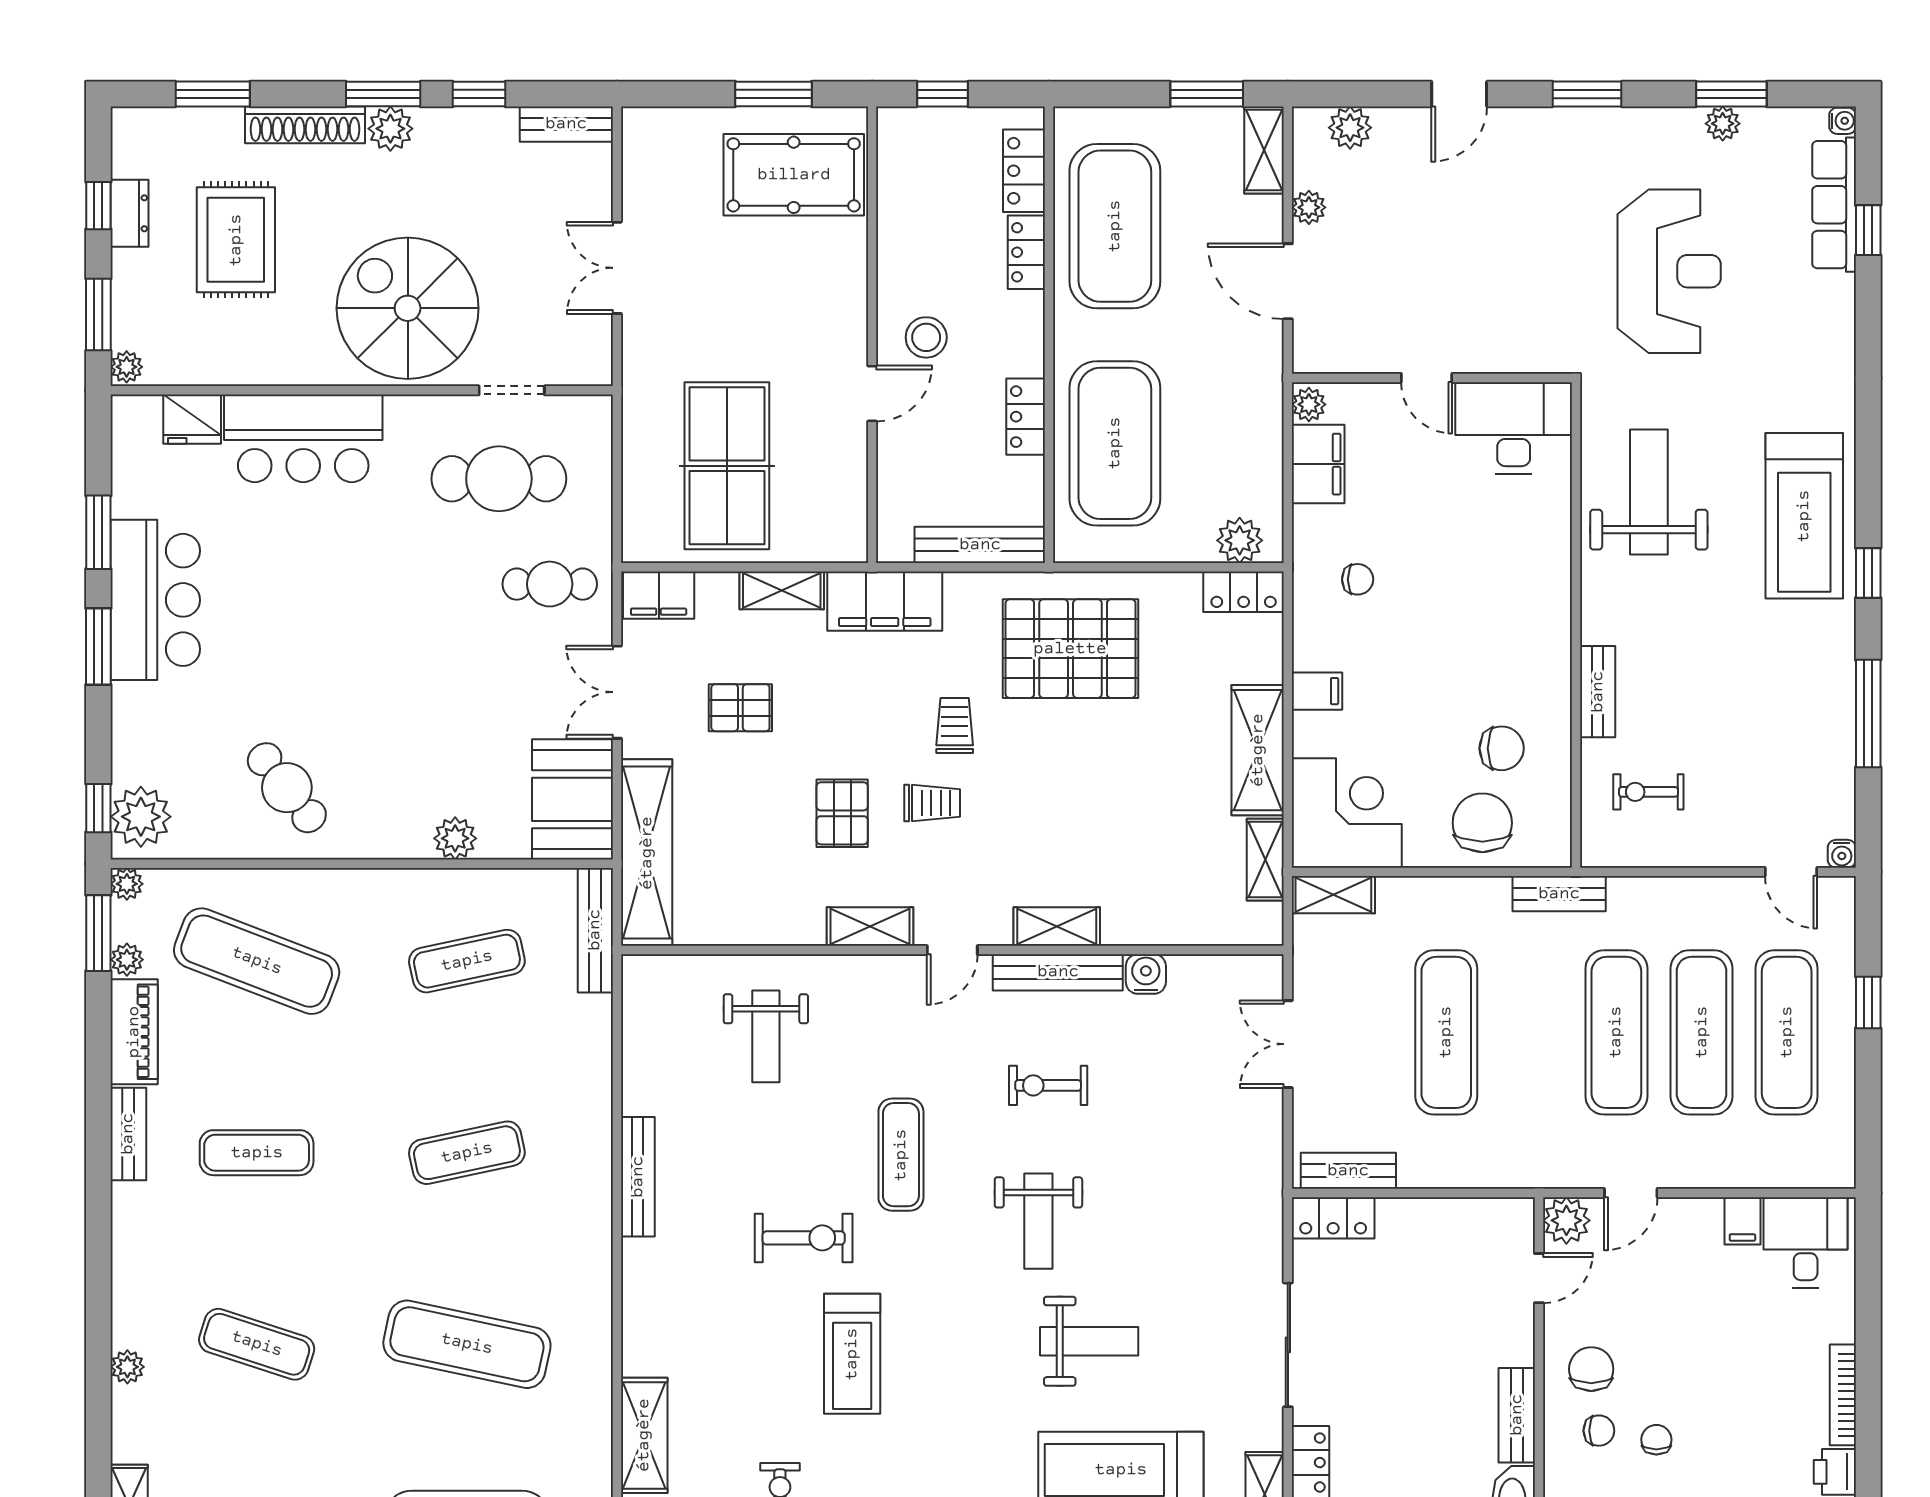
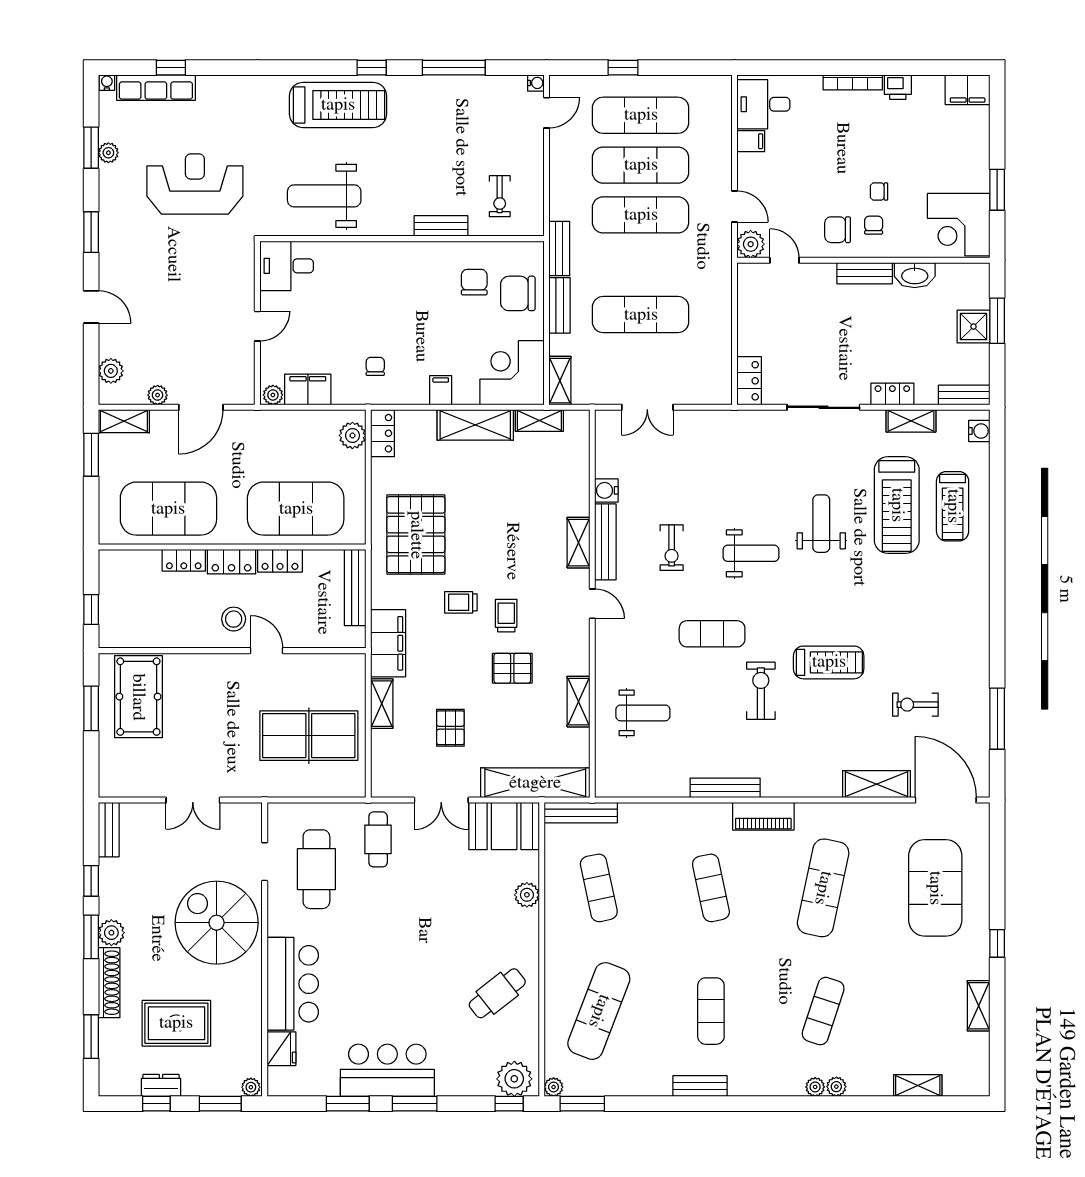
locker: (1024, 171) -> (231, 562), moved
spiral stairs: (408, 308) -> (217, 923), turned 90
desk: (1514, 428) -> (287, 266), width x0.73
filing cabinet: (659, 595) -> (384, 776), removed
shelving: (870, 927) -> (579, 702), moved
plant: (127, 960) -> (815, 1087), moved
piano: (134, 1032) -> (763, 816), moved, turned 180
bench: (1348, 1171) -> (560, 305), moved

